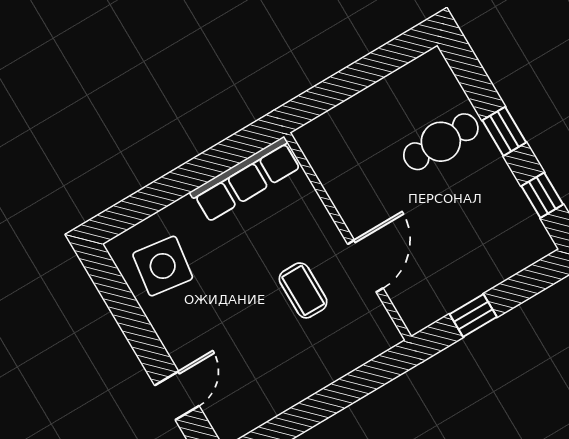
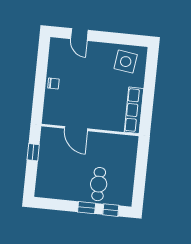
window: (542, 195) -> (111, 210), moved
coffee table: (303, 290) -> (83, 102), removed
chair: (310, 375) -> (53, 83), added

